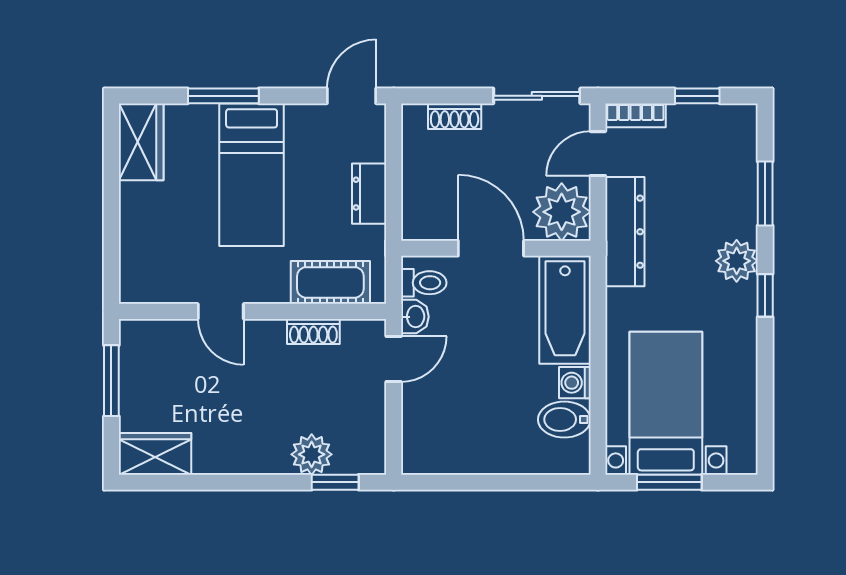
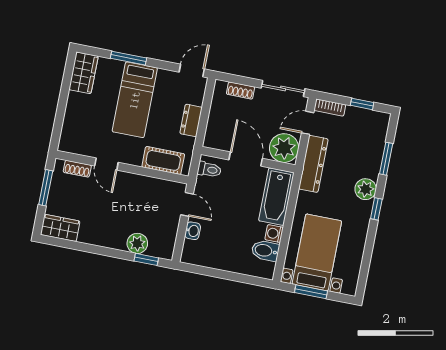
washbasin: (415, 317) -> (193, 231), moved
shoe rack: (313, 332) -> (77, 169), moved
door: (394, 359) -> (187, 204), hinge flipped

